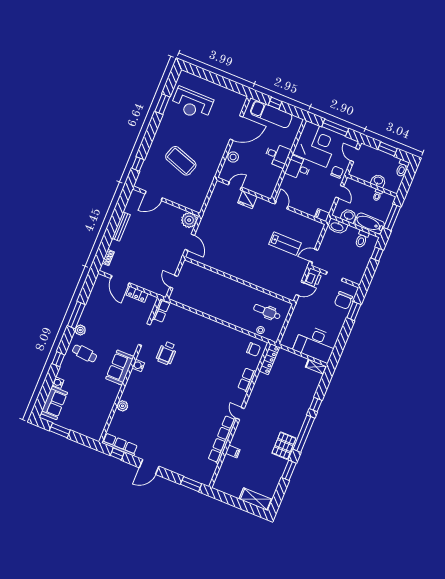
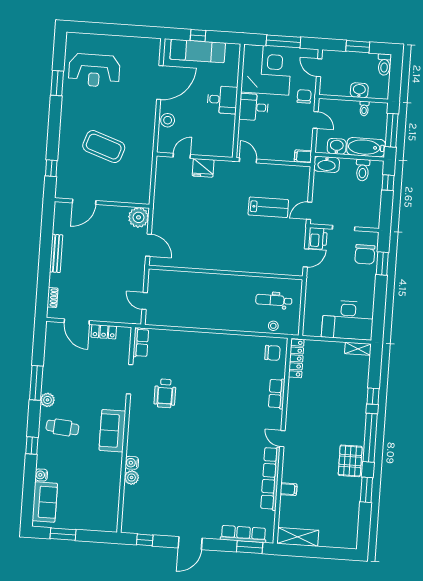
water cooler: (138, 365) -> (132, 463), moved
row of seats: (120, 445) -> (243, 534), moved
shelving: (256, 499) -> (298, 537), moved

